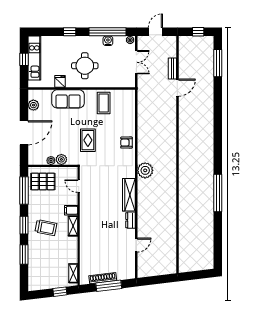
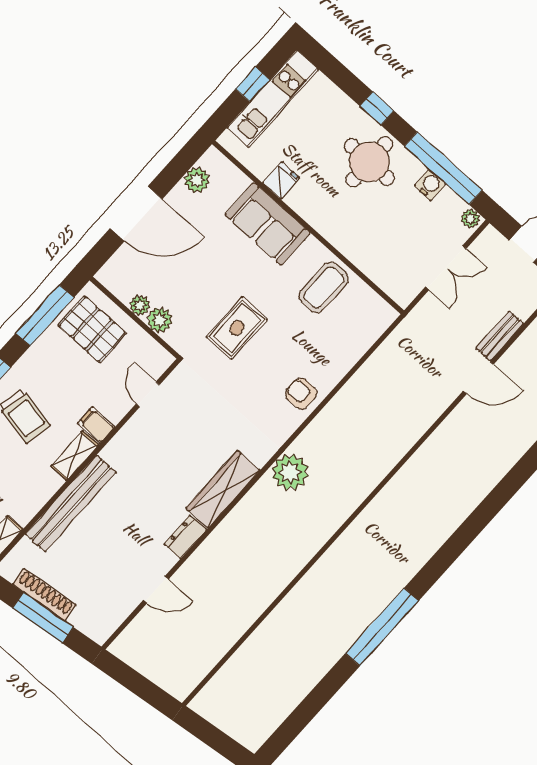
round table: (85, 66) -> (369, 162), moved
bench: (85, 242) -> (71, 503), added

